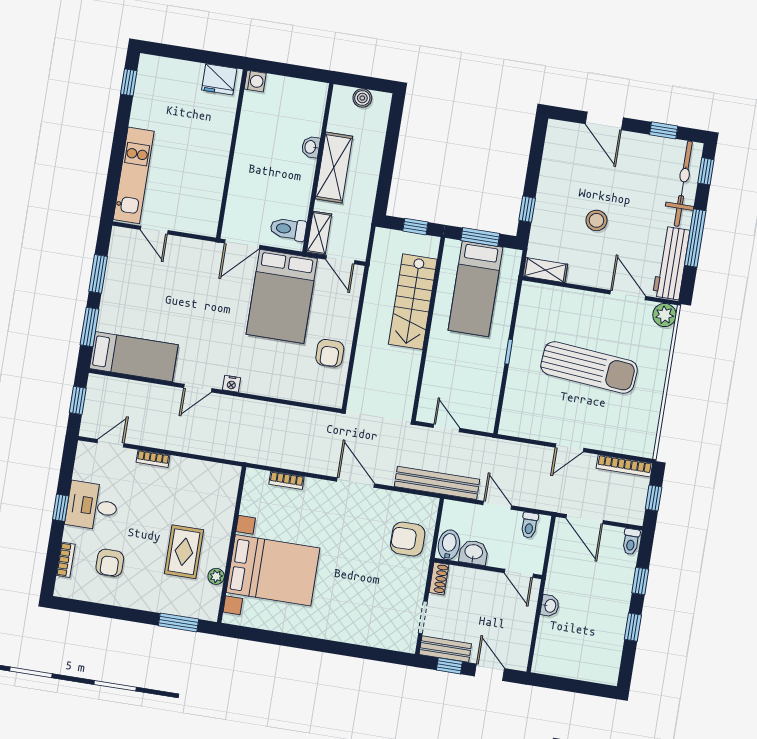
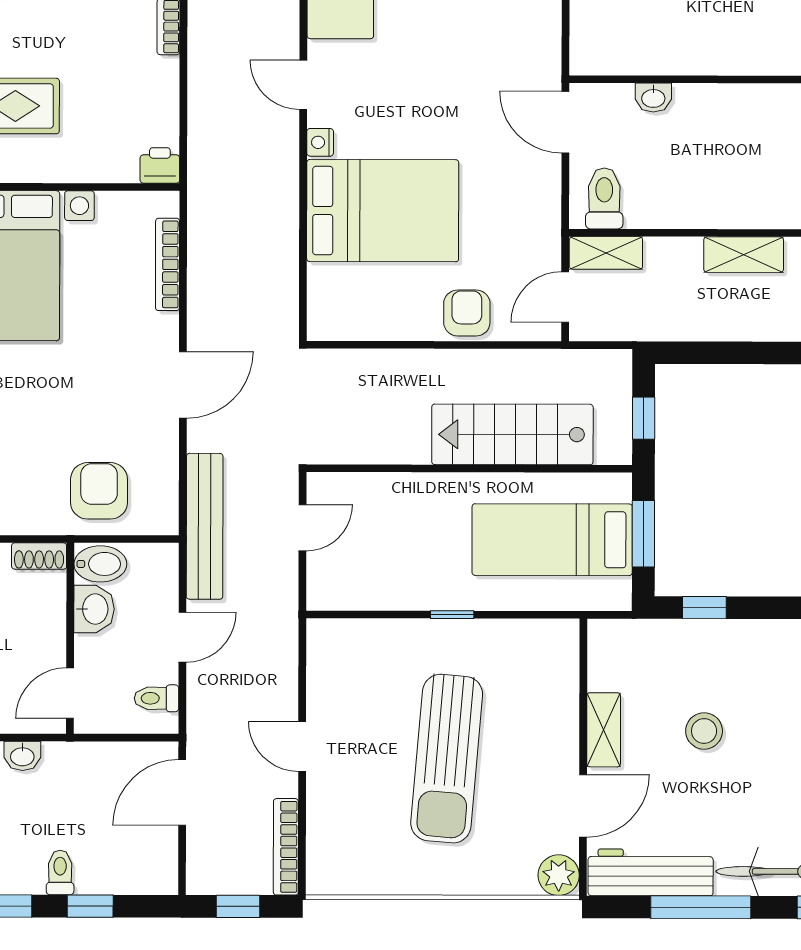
washbasin: (311, 147) -> (653, 98), moved, turned 180
shelving: (334, 167) -> (744, 255), width x0.67, depth x0.75
shelving: (545, 270) -> (604, 730), moved
bed: (282, 296) -> (383, 211), moved, turned 180
armchair: (330, 353) -> (467, 313), moved, turned 90
printer: (230, 476) -> (160, 165), added
bookcase: (287, 480) -> (168, 264), width x1.56
toilet: (631, 542) -> (60, 872), moved, turned 90

